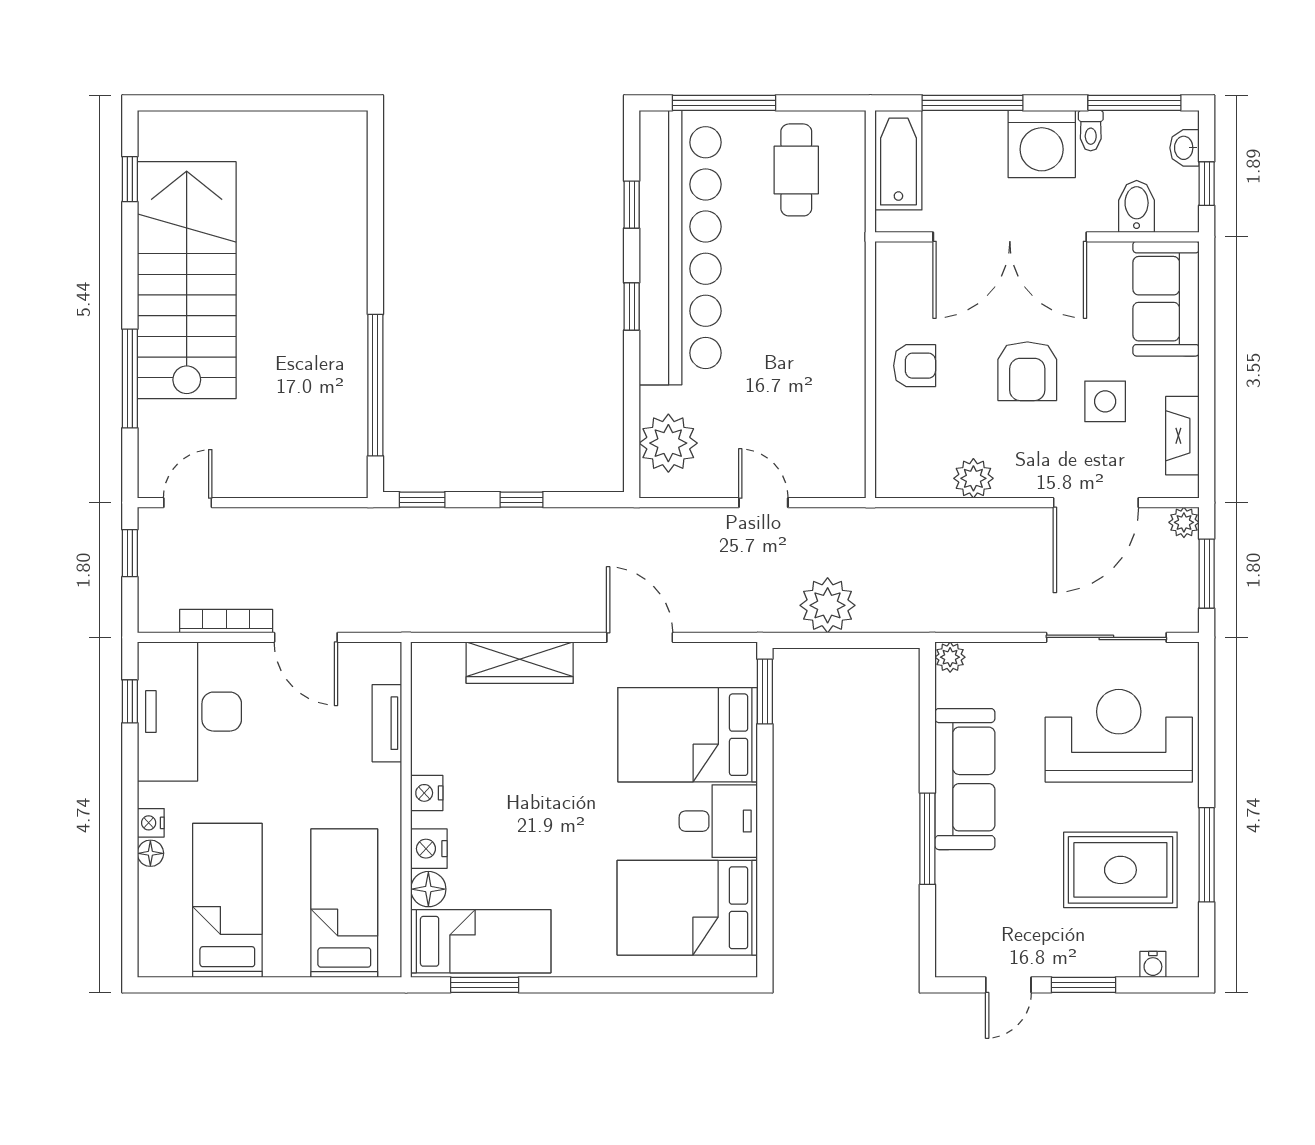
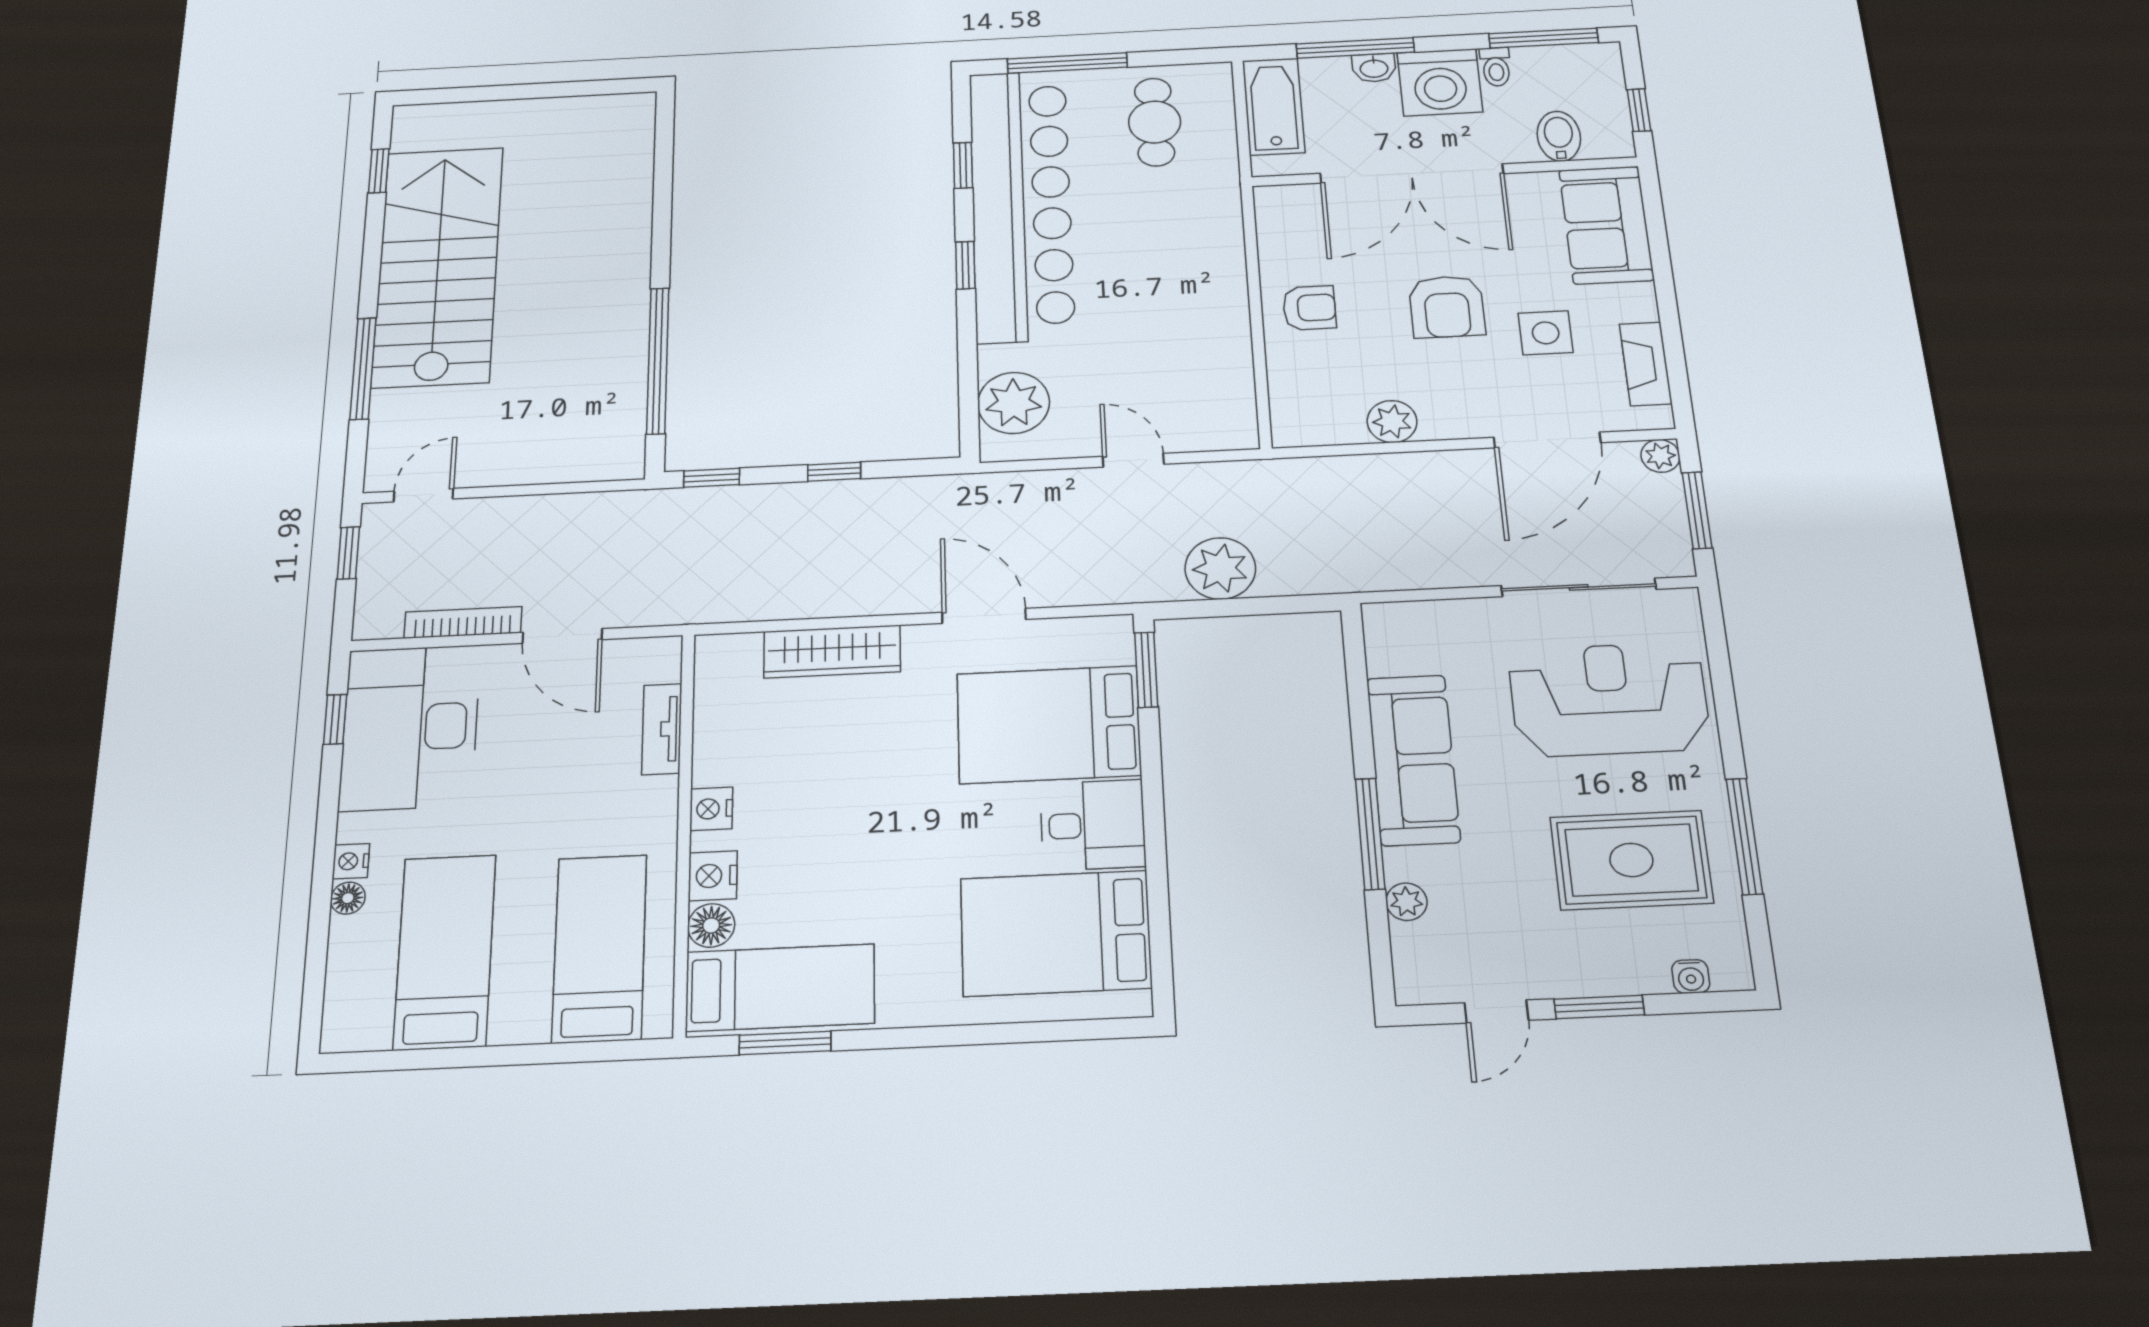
washbasin: (1185, 148) -> (1374, 68), moved, turned -90
plant: (950, 657) -> (1406, 902), moved

